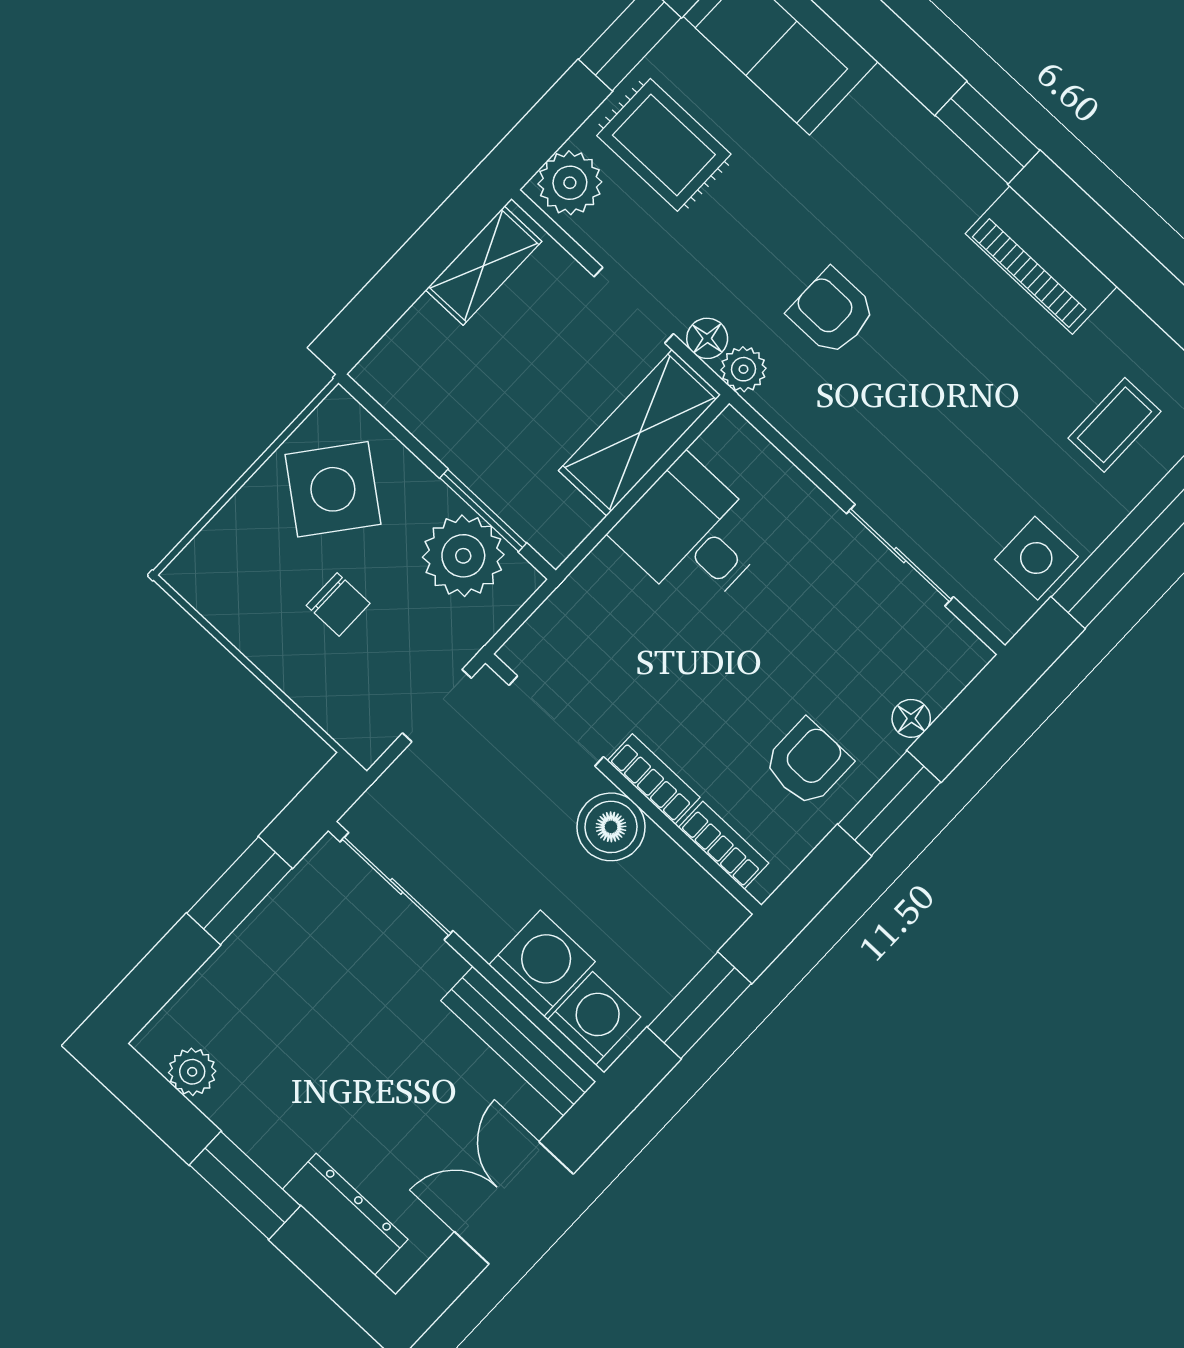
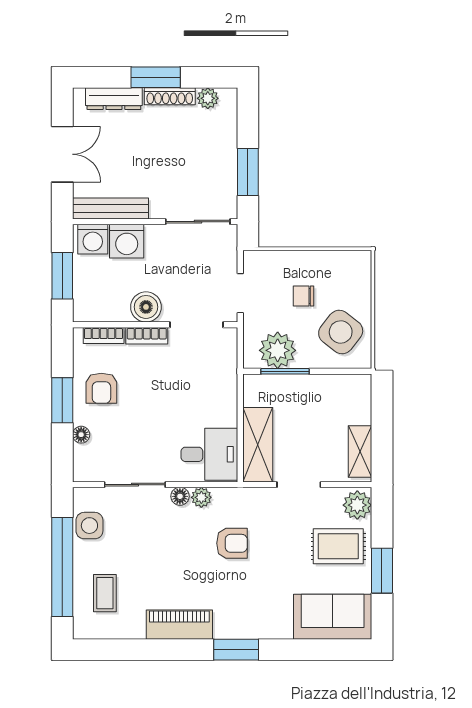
floor lamp: (707, 338) -> (180, 496), moved
plant: (743, 369) -> (201, 497), moved
desk: (692, 535) -> (209, 454), moved
shoe rack: (251, 1133) -> (170, 96), added

